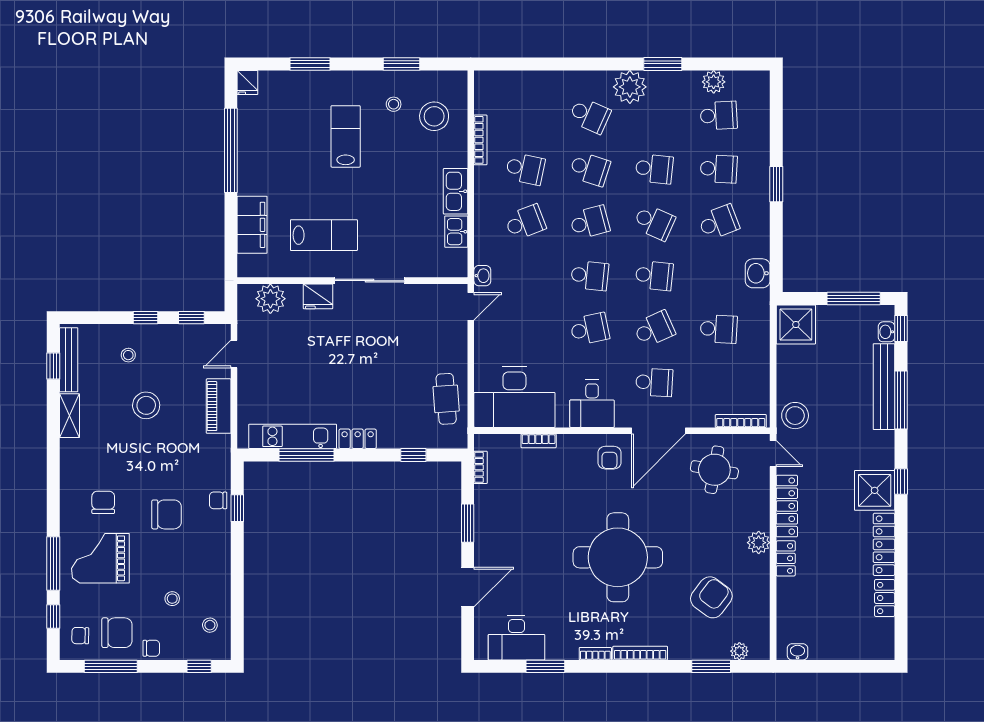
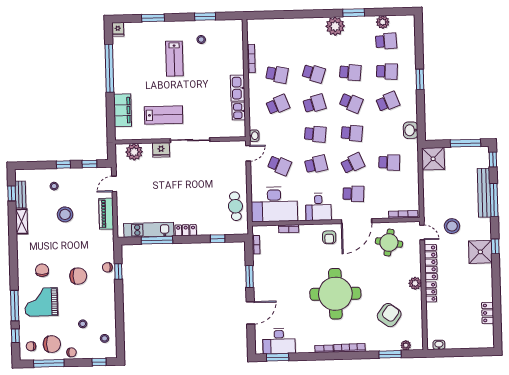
school desk: (590, 115) -> (279, 165), moved
stool: (434, 116) -> (224, 46), removed
lab bench: (346, 136) -> (174, 59), turned 180
washbasin: (886, 332) -> (485, 162), removed
bench: (69, 360) -> (20, 195), width x0.73
stool: (795, 416) -> (452, 226), moved
locker: (884, 544) -> (486, 282), removed
window: (545, 666) -> (278, 357), moved

